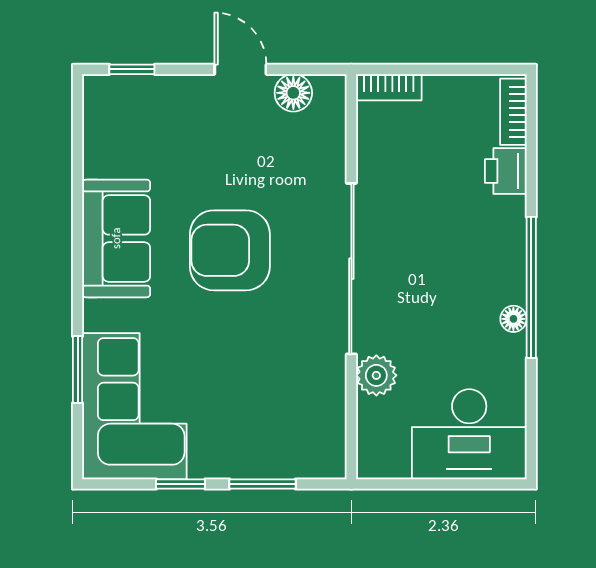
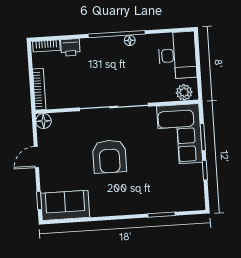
bookcase: (389, 87) -> (39, 89), width x1.56
floor lamp: (293, 93) -> (43, 121), moved
sofa: (116, 238) -> (65, 205), moved
plant: (376, 375) -> (184, 92), moved
corner sofa: (134, 406) -> (180, 134), moved, turned -90

